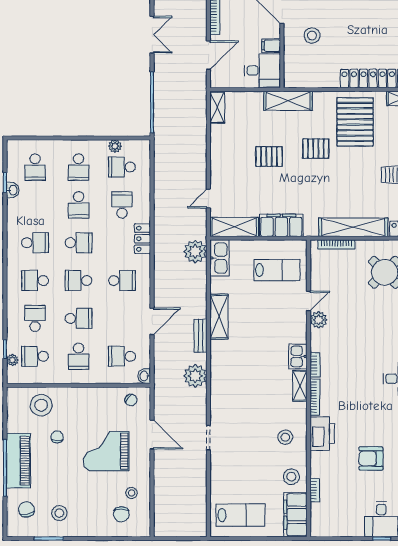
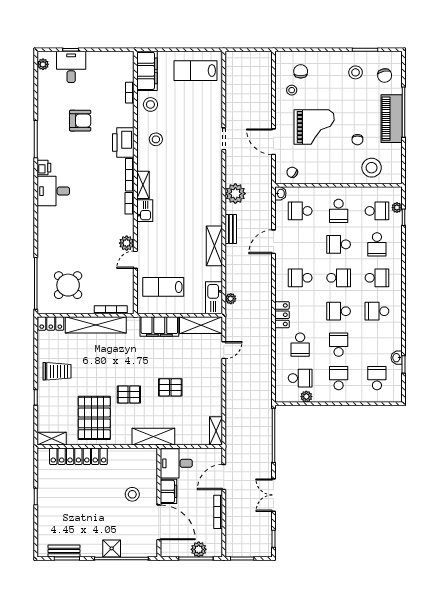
filing cabinet: (271, 46) -> (168, 491), width x2.00
plant: (195, 251) -> (231, 299), width x0.53, depth x0.53
school desk: (79, 356) -> (339, 211), turned 180
school desk: (122, 356) -> (300, 211), turned 180

